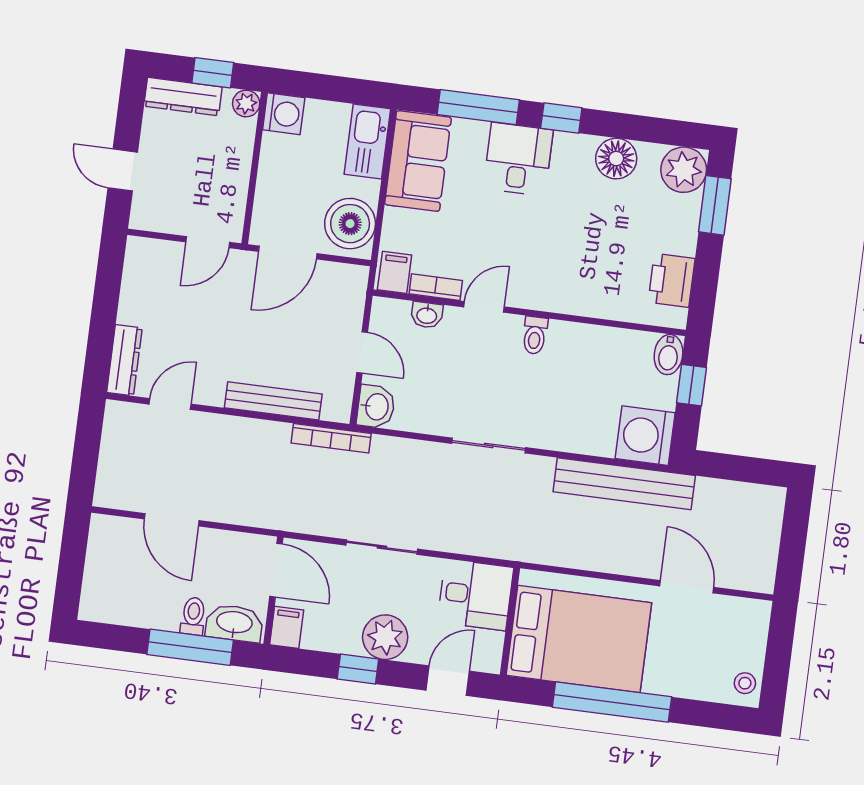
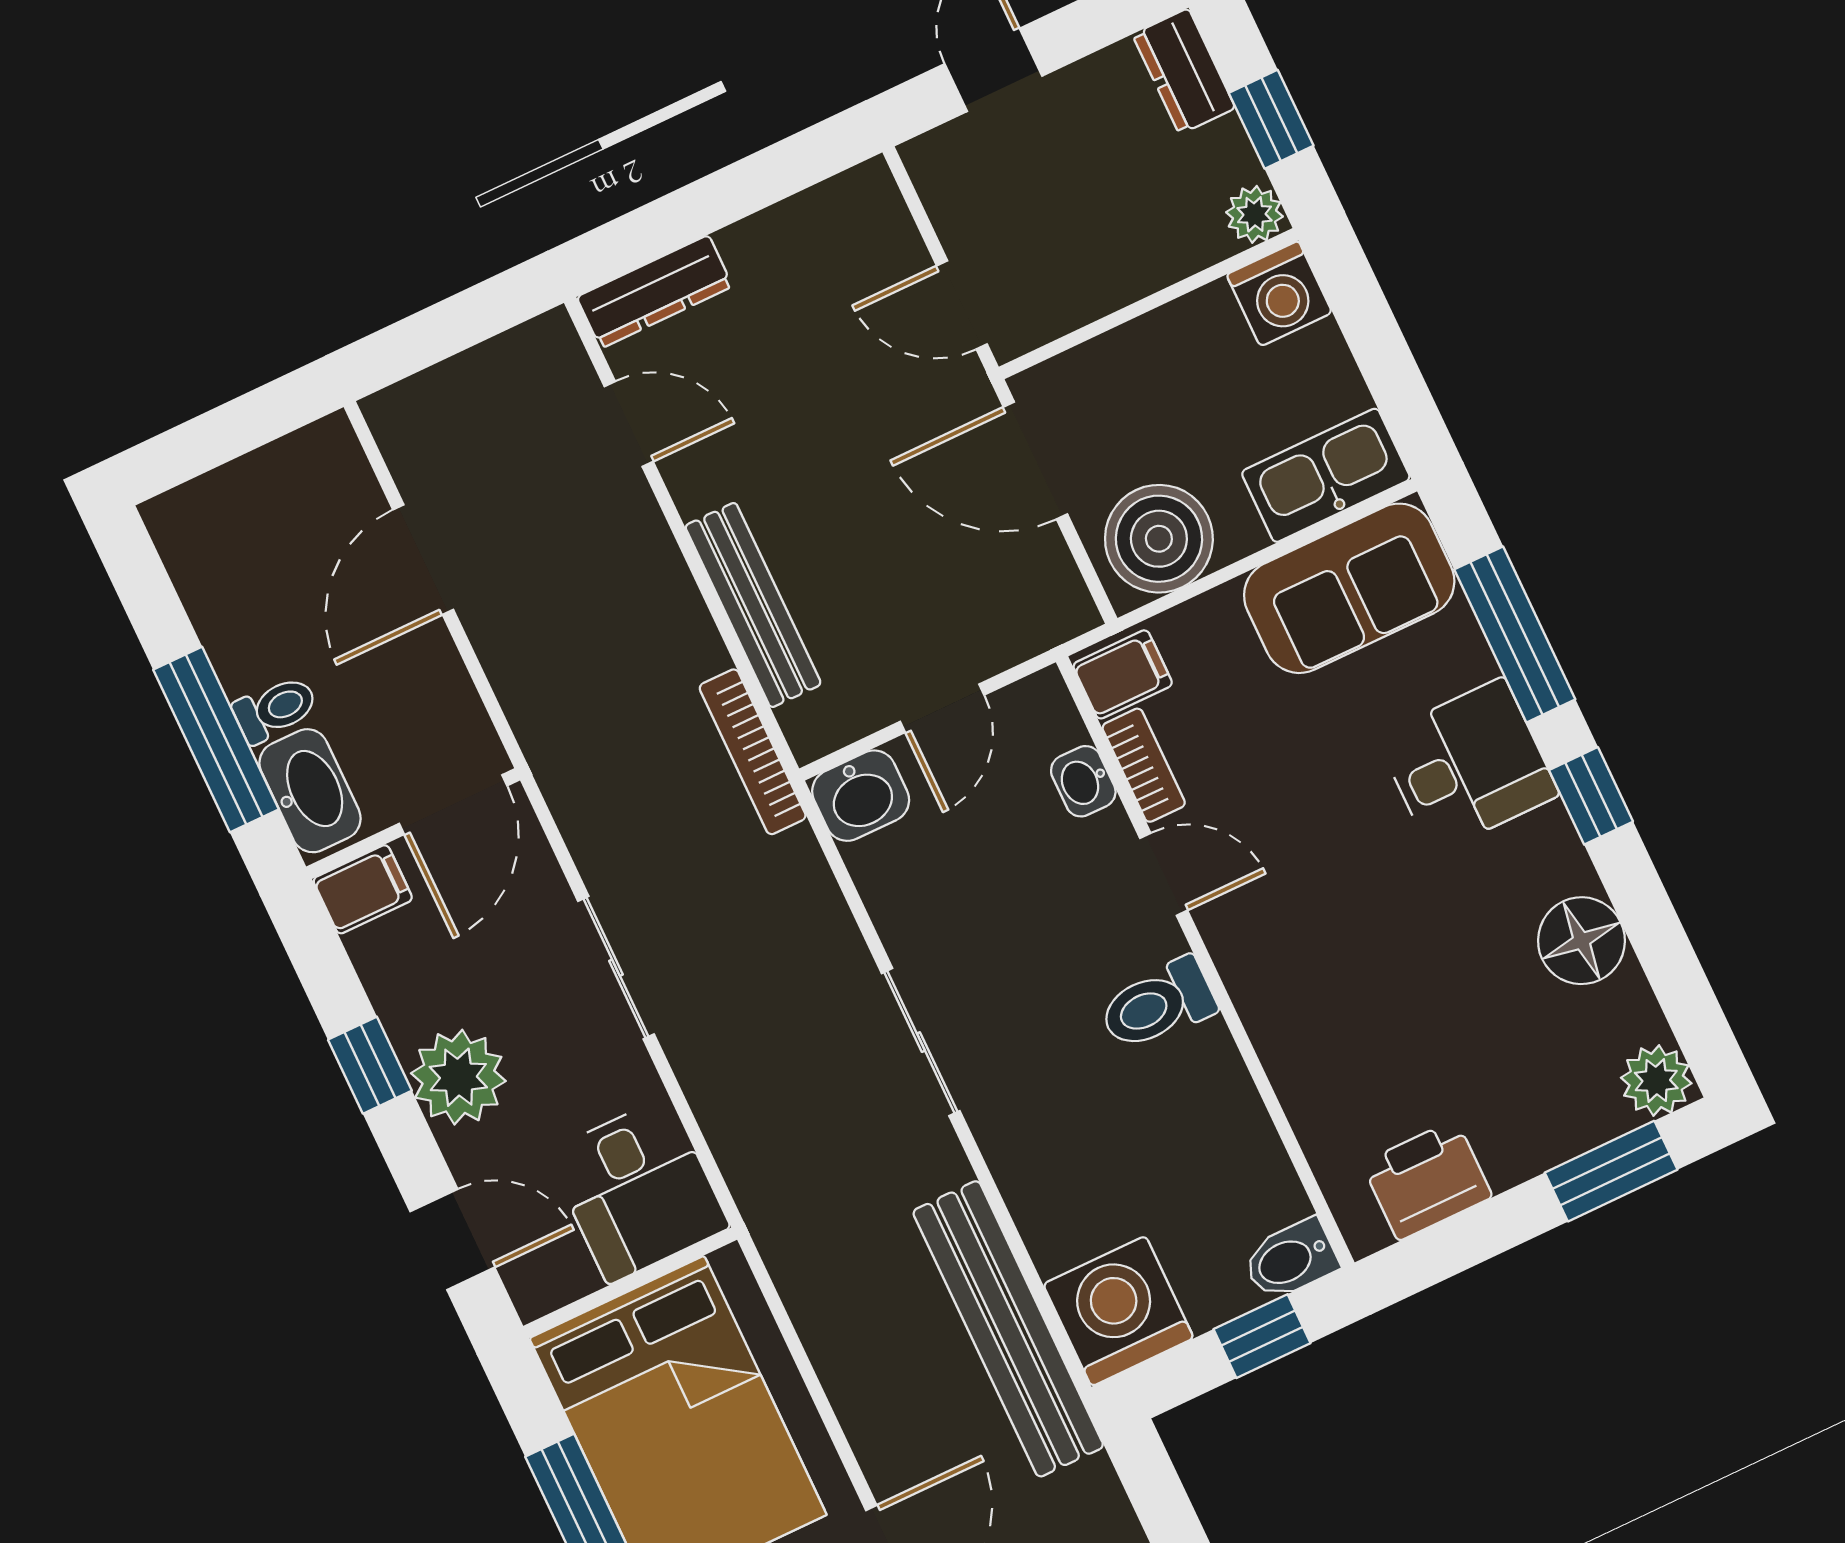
dresser: (183, 97) -> (1184, 71), width x0.70
plant: (684, 170) -> (1656, 1080), width x0.73, depth x0.73
toilet: (535, 335) -> (1157, 1004), width x1.37, depth x1.39

